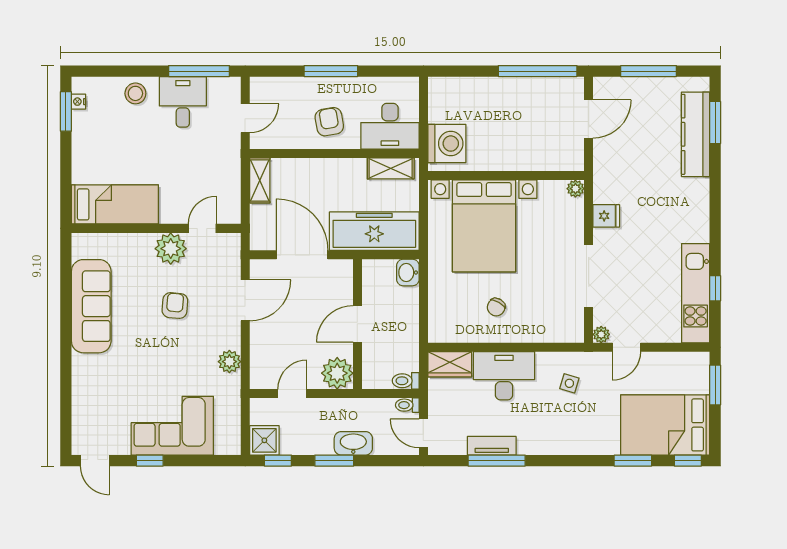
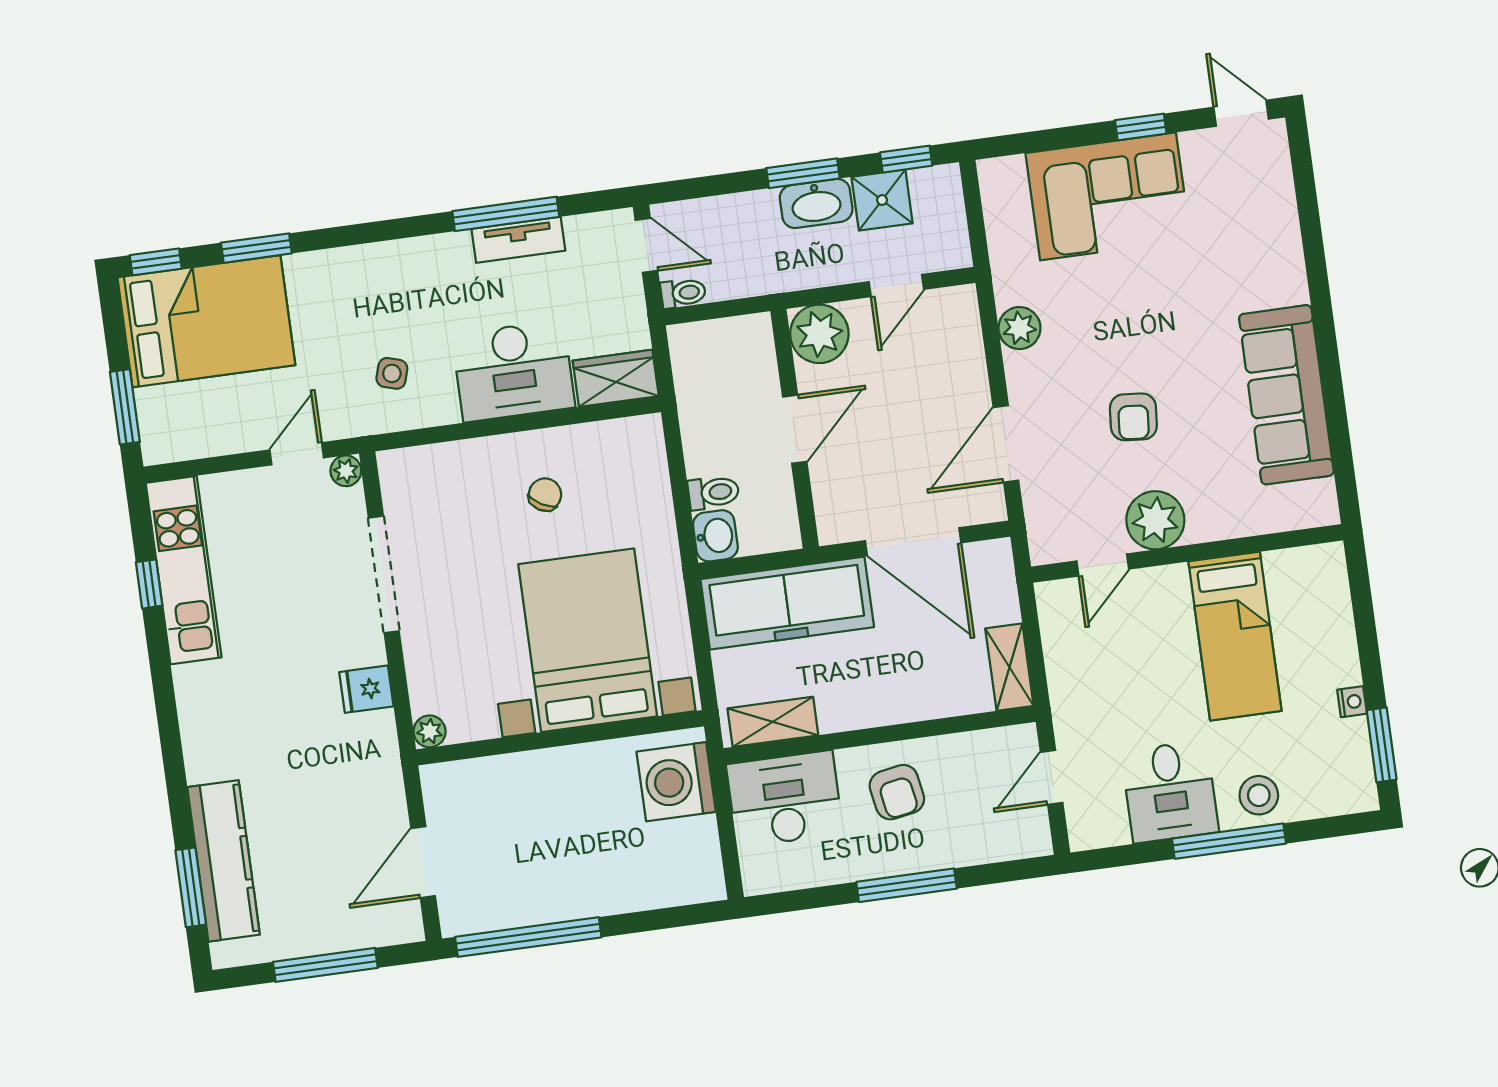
window: (199, 71) -> (1229, 841), moved
nightstand: (79, 102) -> (1352, 702), moved
bed: (115, 204) -> (1235, 636), moved, turned -90
toilet: (406, 381) -> (713, 493), moved
shower: (264, 440) -> (882, 200), moved
washbasin: (353, 443) -> (816, 203), moved

